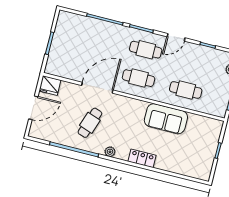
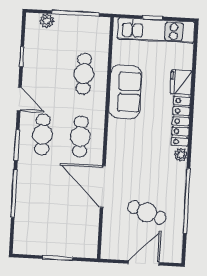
fridge: (50, 86) -> (181, 82), moved, turned 180
door: (33, 108) -> (144, 263), hinge flipped
cafe table: (90, 123) -> (147, 212), moved
kitchen unit: (208, 151) -> (156, 30), added
locker: (142, 158) -> (181, 121), width x1.53

